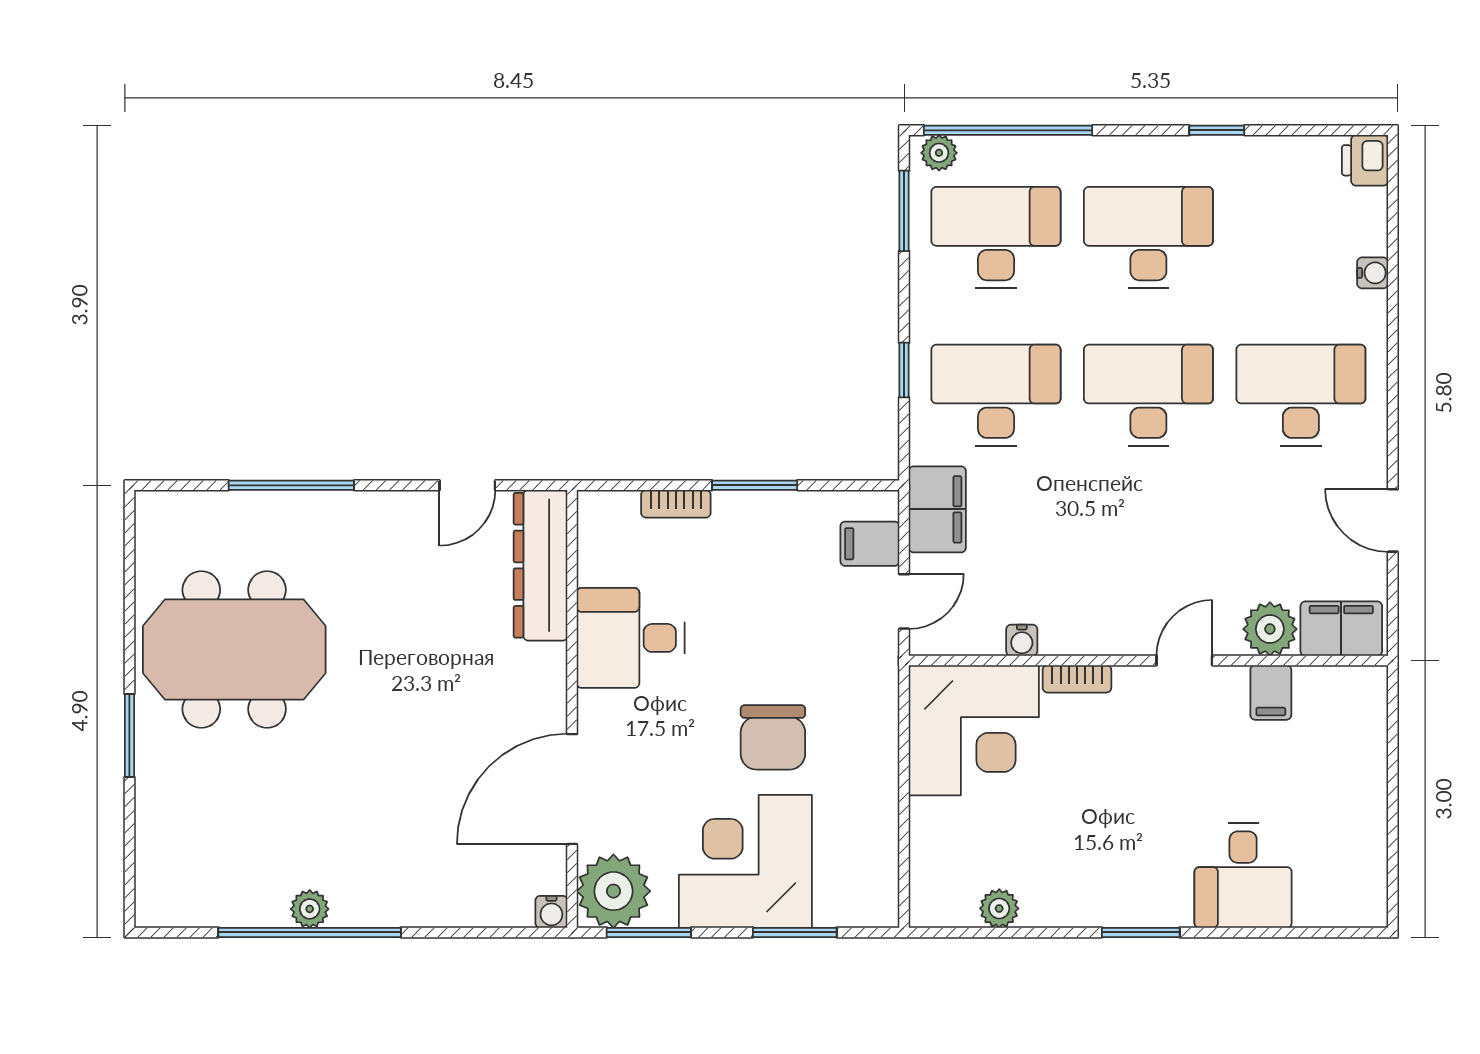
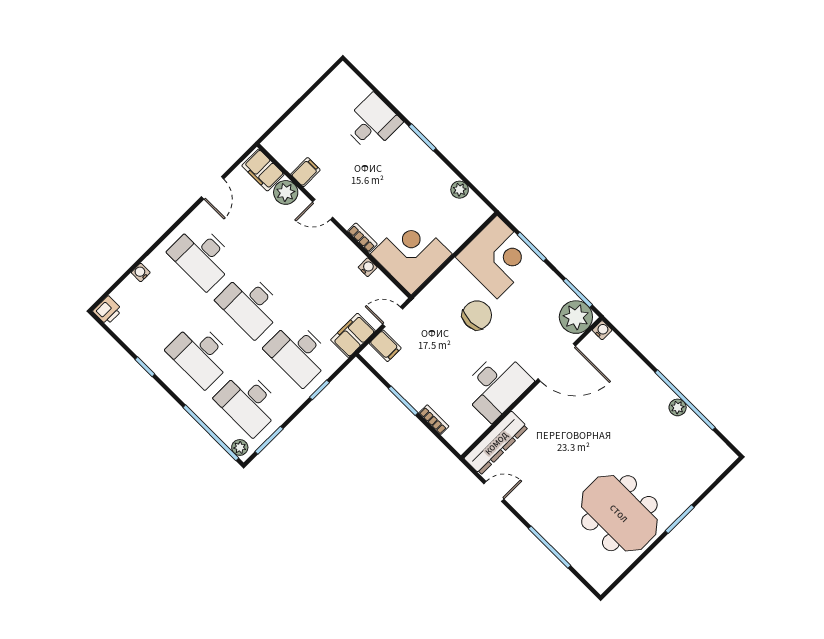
desk: (631, 638) -> (496, 386), width x1.37
corner desk: (745, 861) -> (497, 257), moved, turned -90

